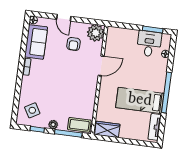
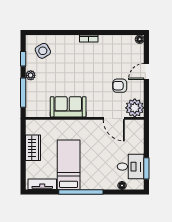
sofa: (36, 42) -> (68, 107), moved, turned 180
door: (101, 66) -> (114, 118), moved
coffee table: (79, 125) -> (34, 103), removed
wardrobe: (107, 129) -> (33, 148), moved

